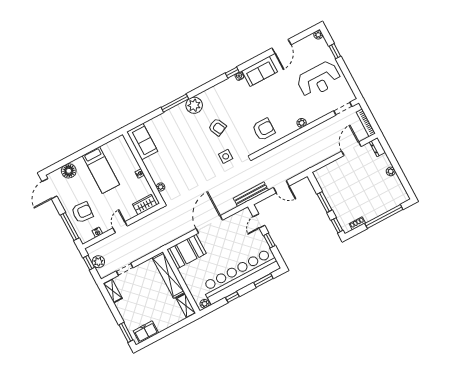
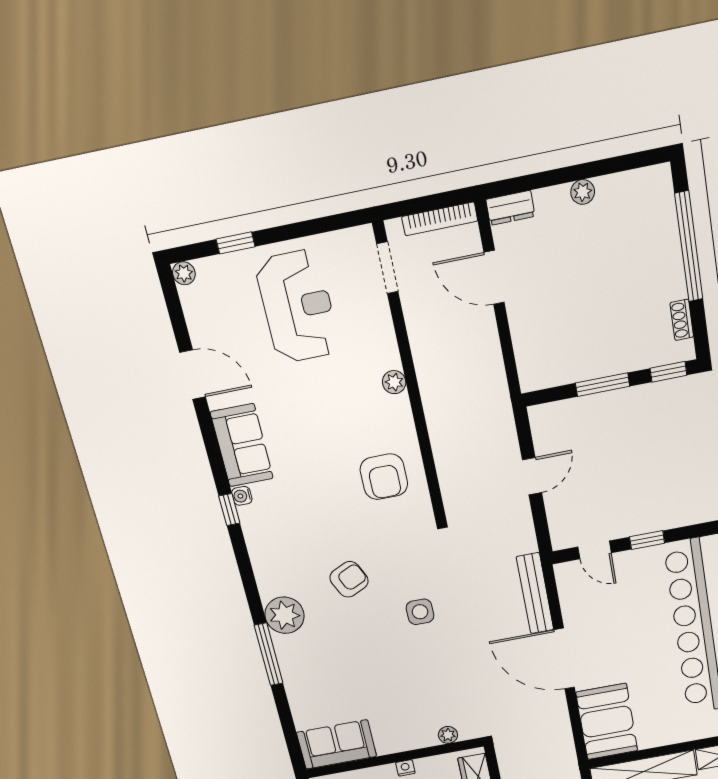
armchair: (264, 129) -> (384, 477), turned 180
side table: (226, 156) -> (420, 612), moved
bench: (251, 194) -> (535, 593), moved

